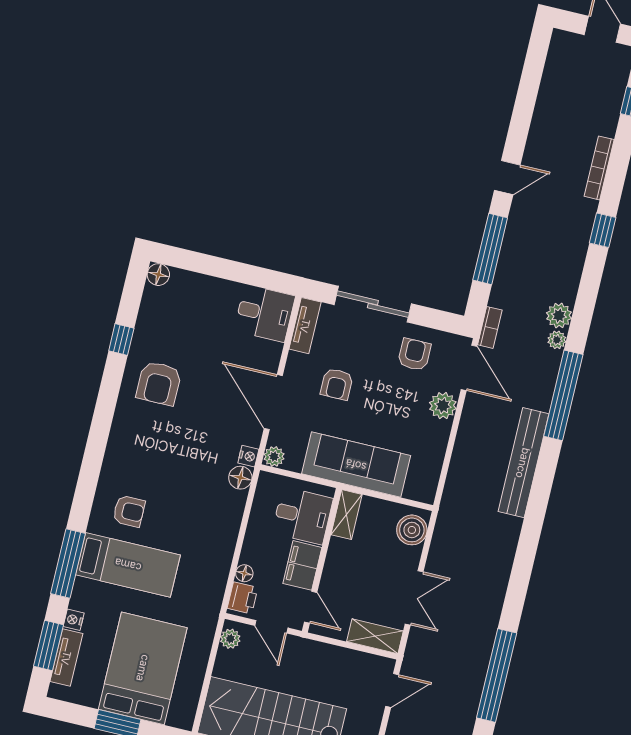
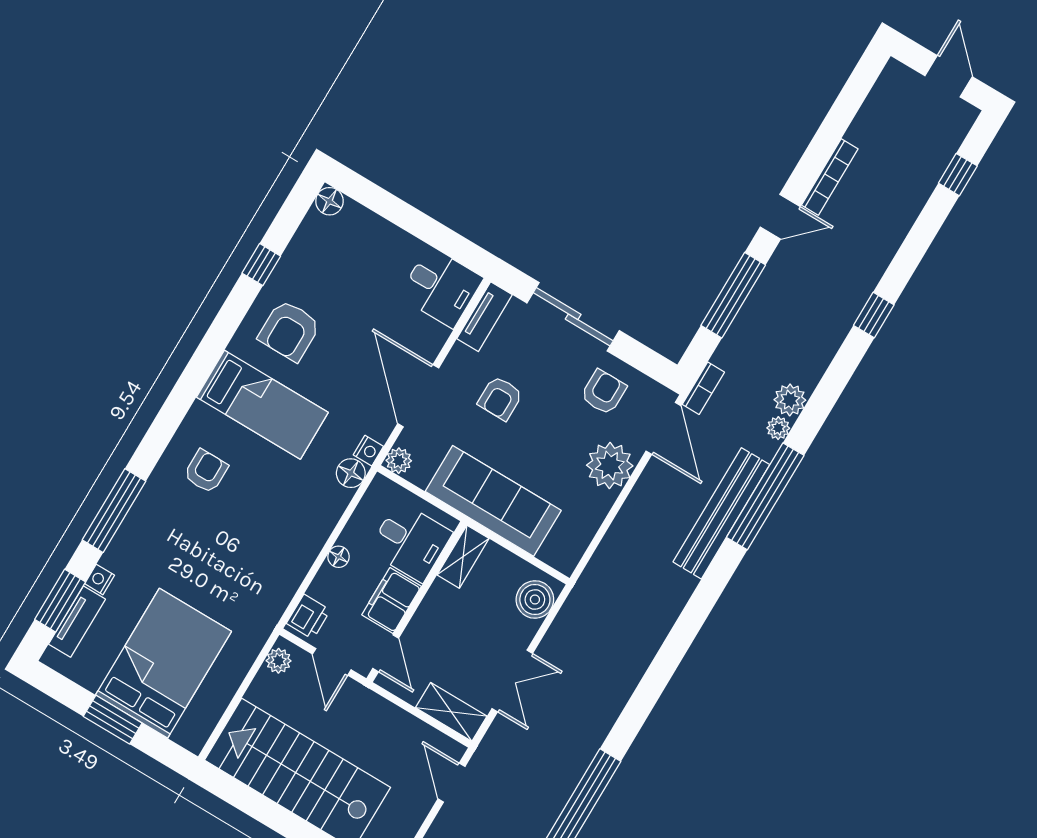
bookcase: (599, 168) -> (830, 177), moved, turned 180
plant: (443, 406) -> (610, 466), width x1.36, depth x1.36
bench: (523, 463) -> (721, 513), moved
armchair: (129, 511) -> (206, 471), turned -90
bed: (128, 565) -> (262, 405), moved
floor lamp: (244, 573) -> (339, 557), moved
door: (392, 690) -> (451, 783), swing flipped

